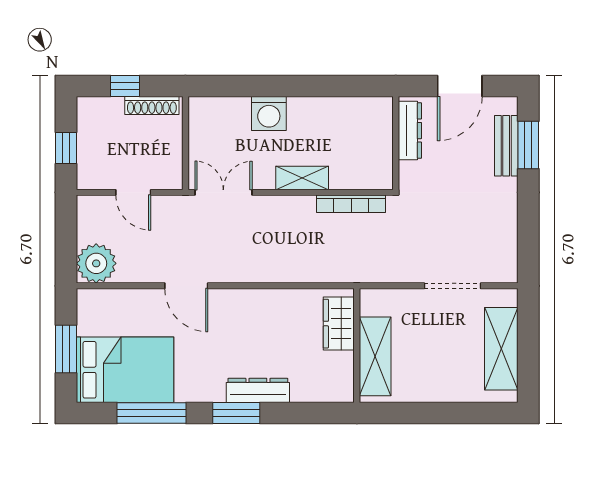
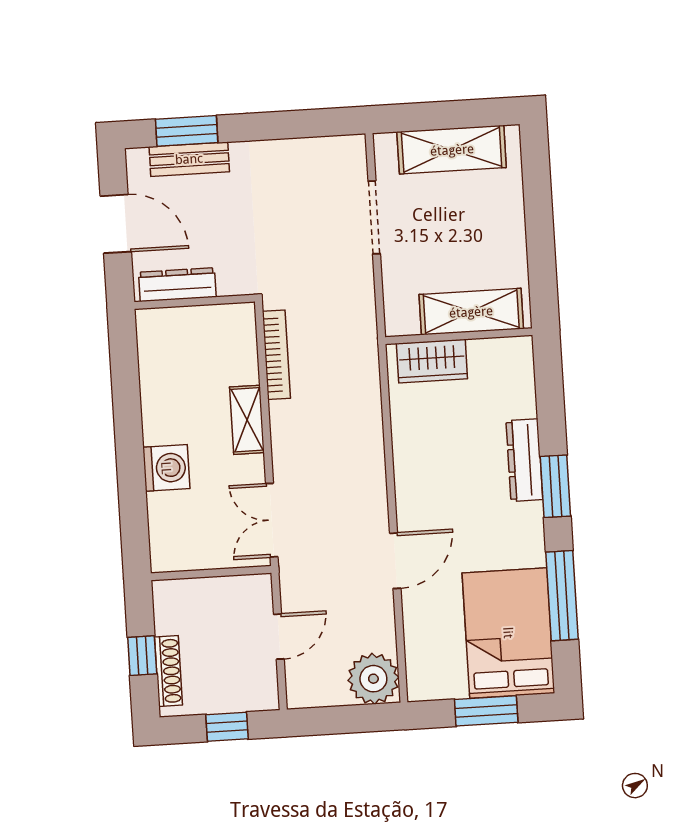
shoe rack: (152, 105) -> (169, 671), moved

